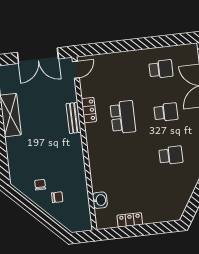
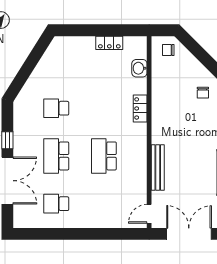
locker: (89, 110) -> (140, 108), moved
school desk: (166, 112) -> (56, 156), width x1.85
bench: (74, 118) -> (158, 167), width x1.36
chair: (57, 197) -> (168, 50), moved

